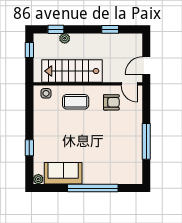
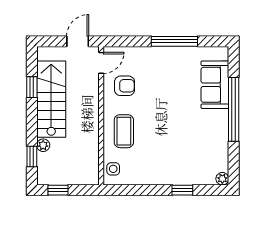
door: (146, 65) -> (78, 41), swing flipped
stairs: (72, 71) -> (51, 99), moved, turned 180
armchair: (111, 102) -> (125, 86), turned 90
sofa: (63, 173) -> (215, 85), moved

